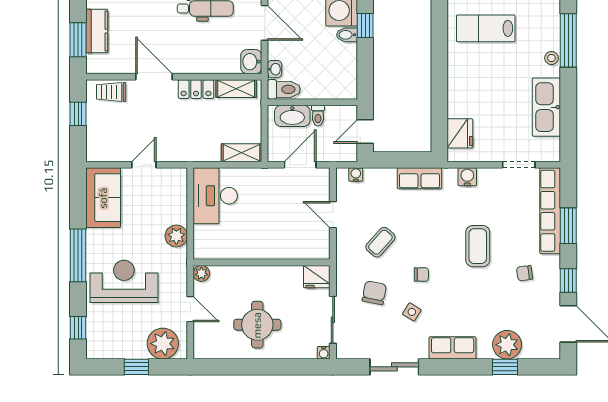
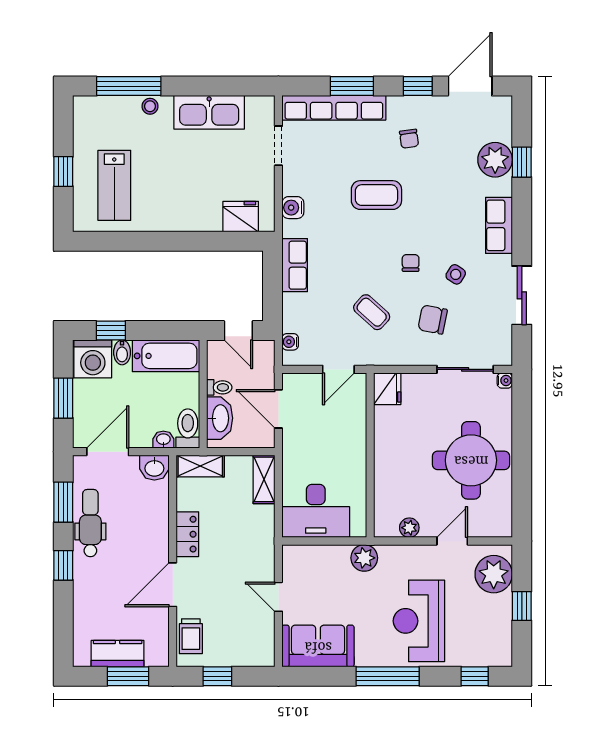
bathtub: (344, 71) -> (166, 356), added
shelving: (236, 89) -> (200, 466), moved, turned 90
wall: (262, 262) -> (370, 455), moved
fridge: (317, 277) -> (387, 389), moved
round table: (257, 325) -> (471, 460), width x1.36, depth x1.36

